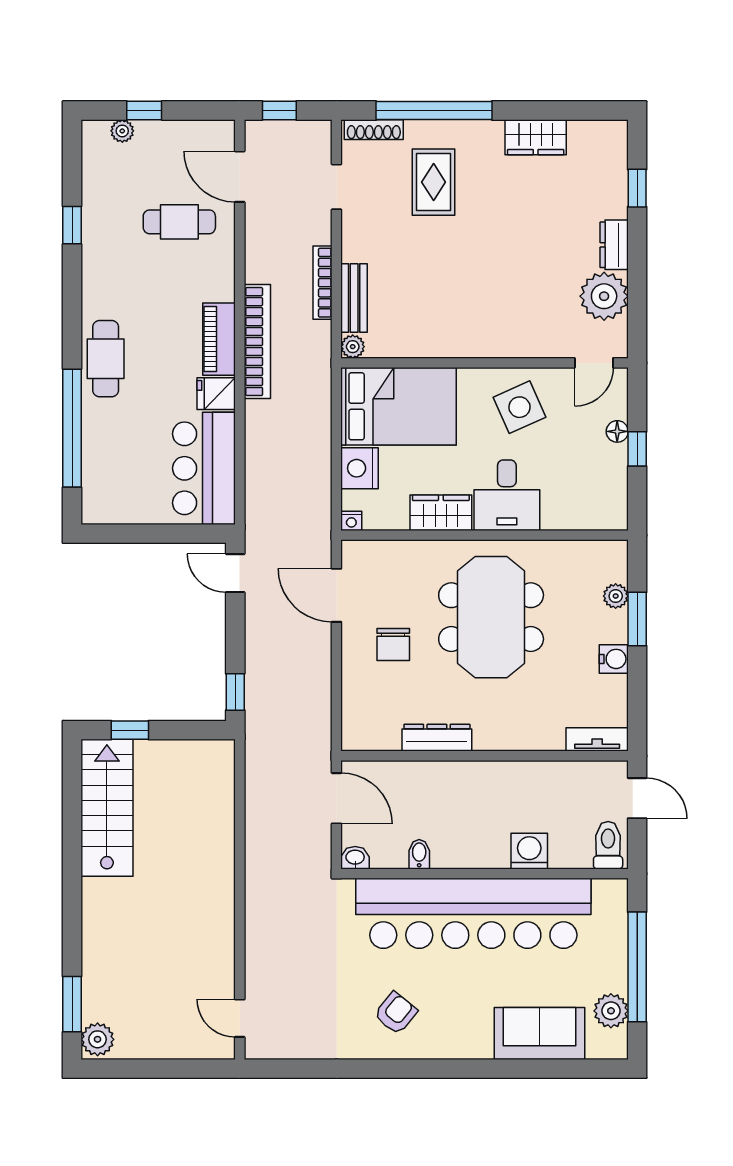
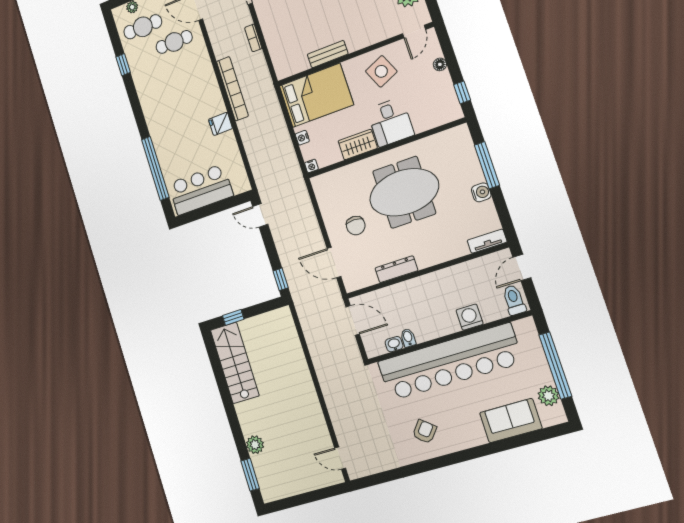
bookcase: (322, 283) -> (253, 38), width x0.64
bench: (354, 298) -> (328, 54), moved, turned 90
piano: (219, 339) -> (213, 95), removed
plant: (353, 347) -> (282, 73), removed
cafe table: (106, 359) -> (143, 27), moved, turned 90
window: (637, 449) -> (462, 92), moved
bar counter: (204, 468) -> (201, 190), moved, turned 90
nightstand: (360, 468) -> (302, 138), width x0.53, depth x0.56
door: (336, 595) -> (334, 262), moved
plant: (616, 596) -> (470, 156), removed
meeting table: (491, 617) -> (404, 192), turned 90
window: (637, 619) -> (487, 165), width x1.44
door: (637, 798) -> (522, 267), swing flipped
washbasin: (355, 858) -> (394, 344), moved
plant: (98, 1039) -> (255, 445), moved

